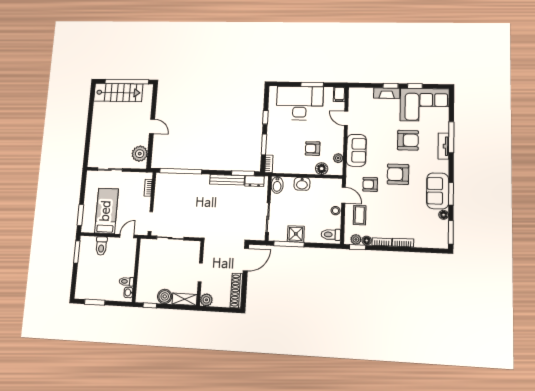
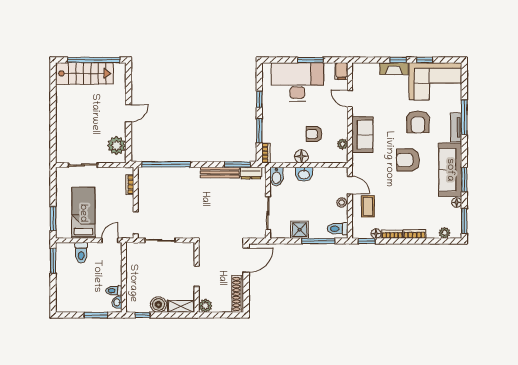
door: (152, 126) -> (128, 113), hinge flipped
armchair: (408, 140) -> (418, 122), turned 90
floor lamp: (322, 169) -> (301, 156), moved
armchair: (370, 184) -> (378, 172), removed
sofa: (438, 191) -> (450, 170), width x1.36
plant: (356, 239) -> (445, 233), moved
window: (289, 244) -> (318, 241), moved
window: (95, 302) -> (96, 315), moved

